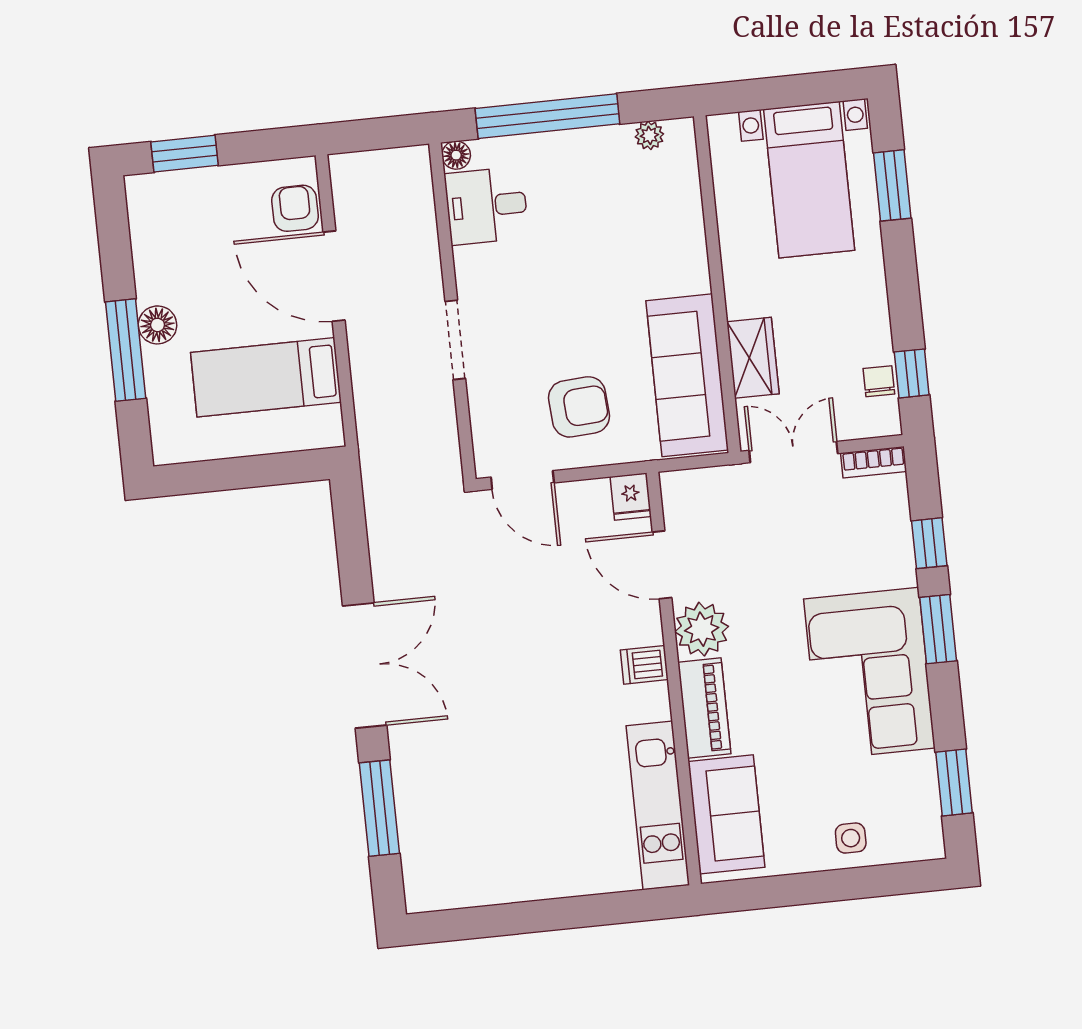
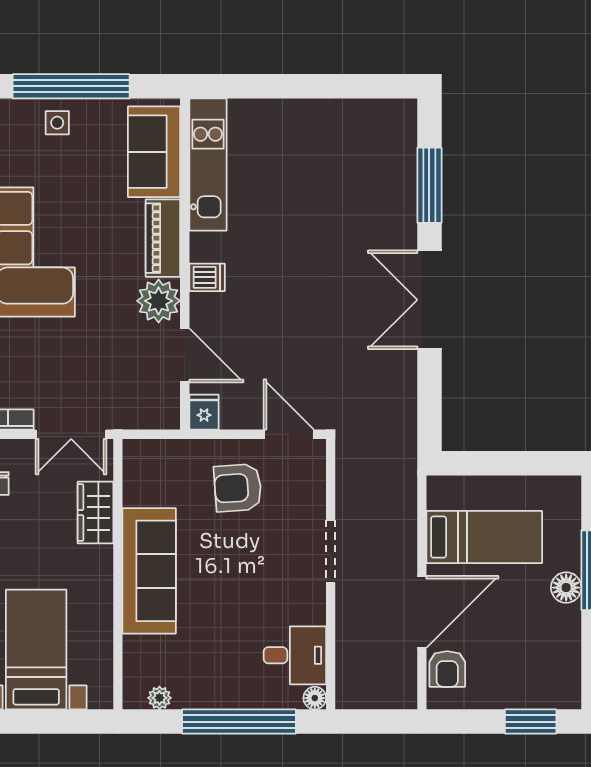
door: (334, 276) -> (422, 612), hinge flipped
sofa: (687, 375) -> (149, 571), moved
window: (838, 885) -> (71, 86), added

